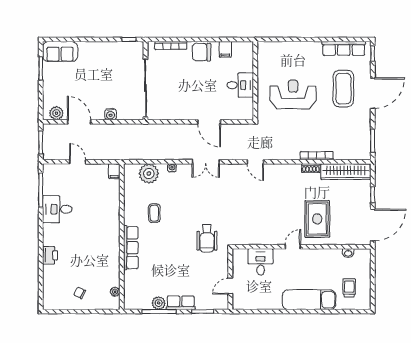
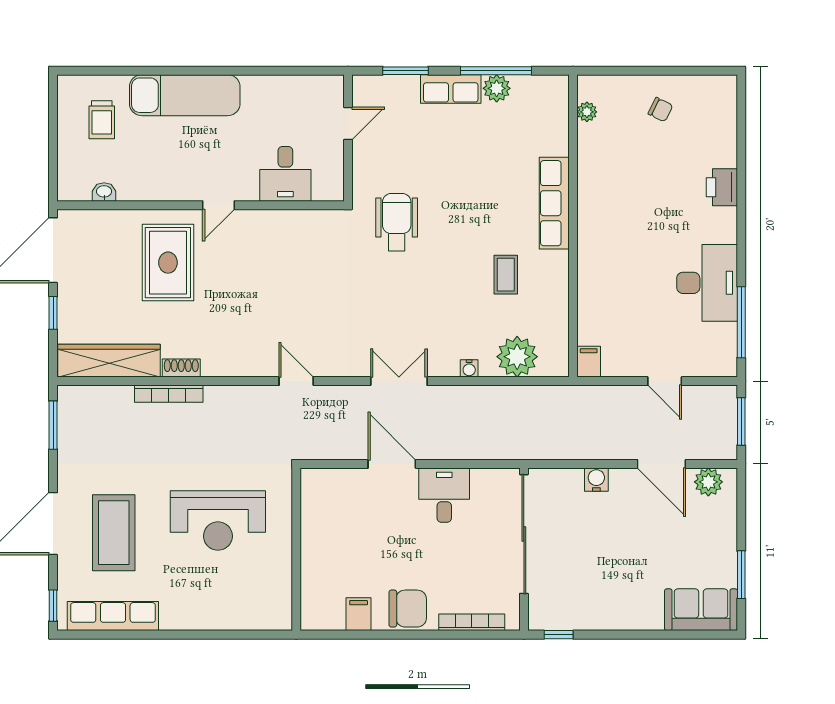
desk: (240, 85) -> (444, 495), moved, turned 90
desk: (57, 209) -> (707, 283), width x1.37

